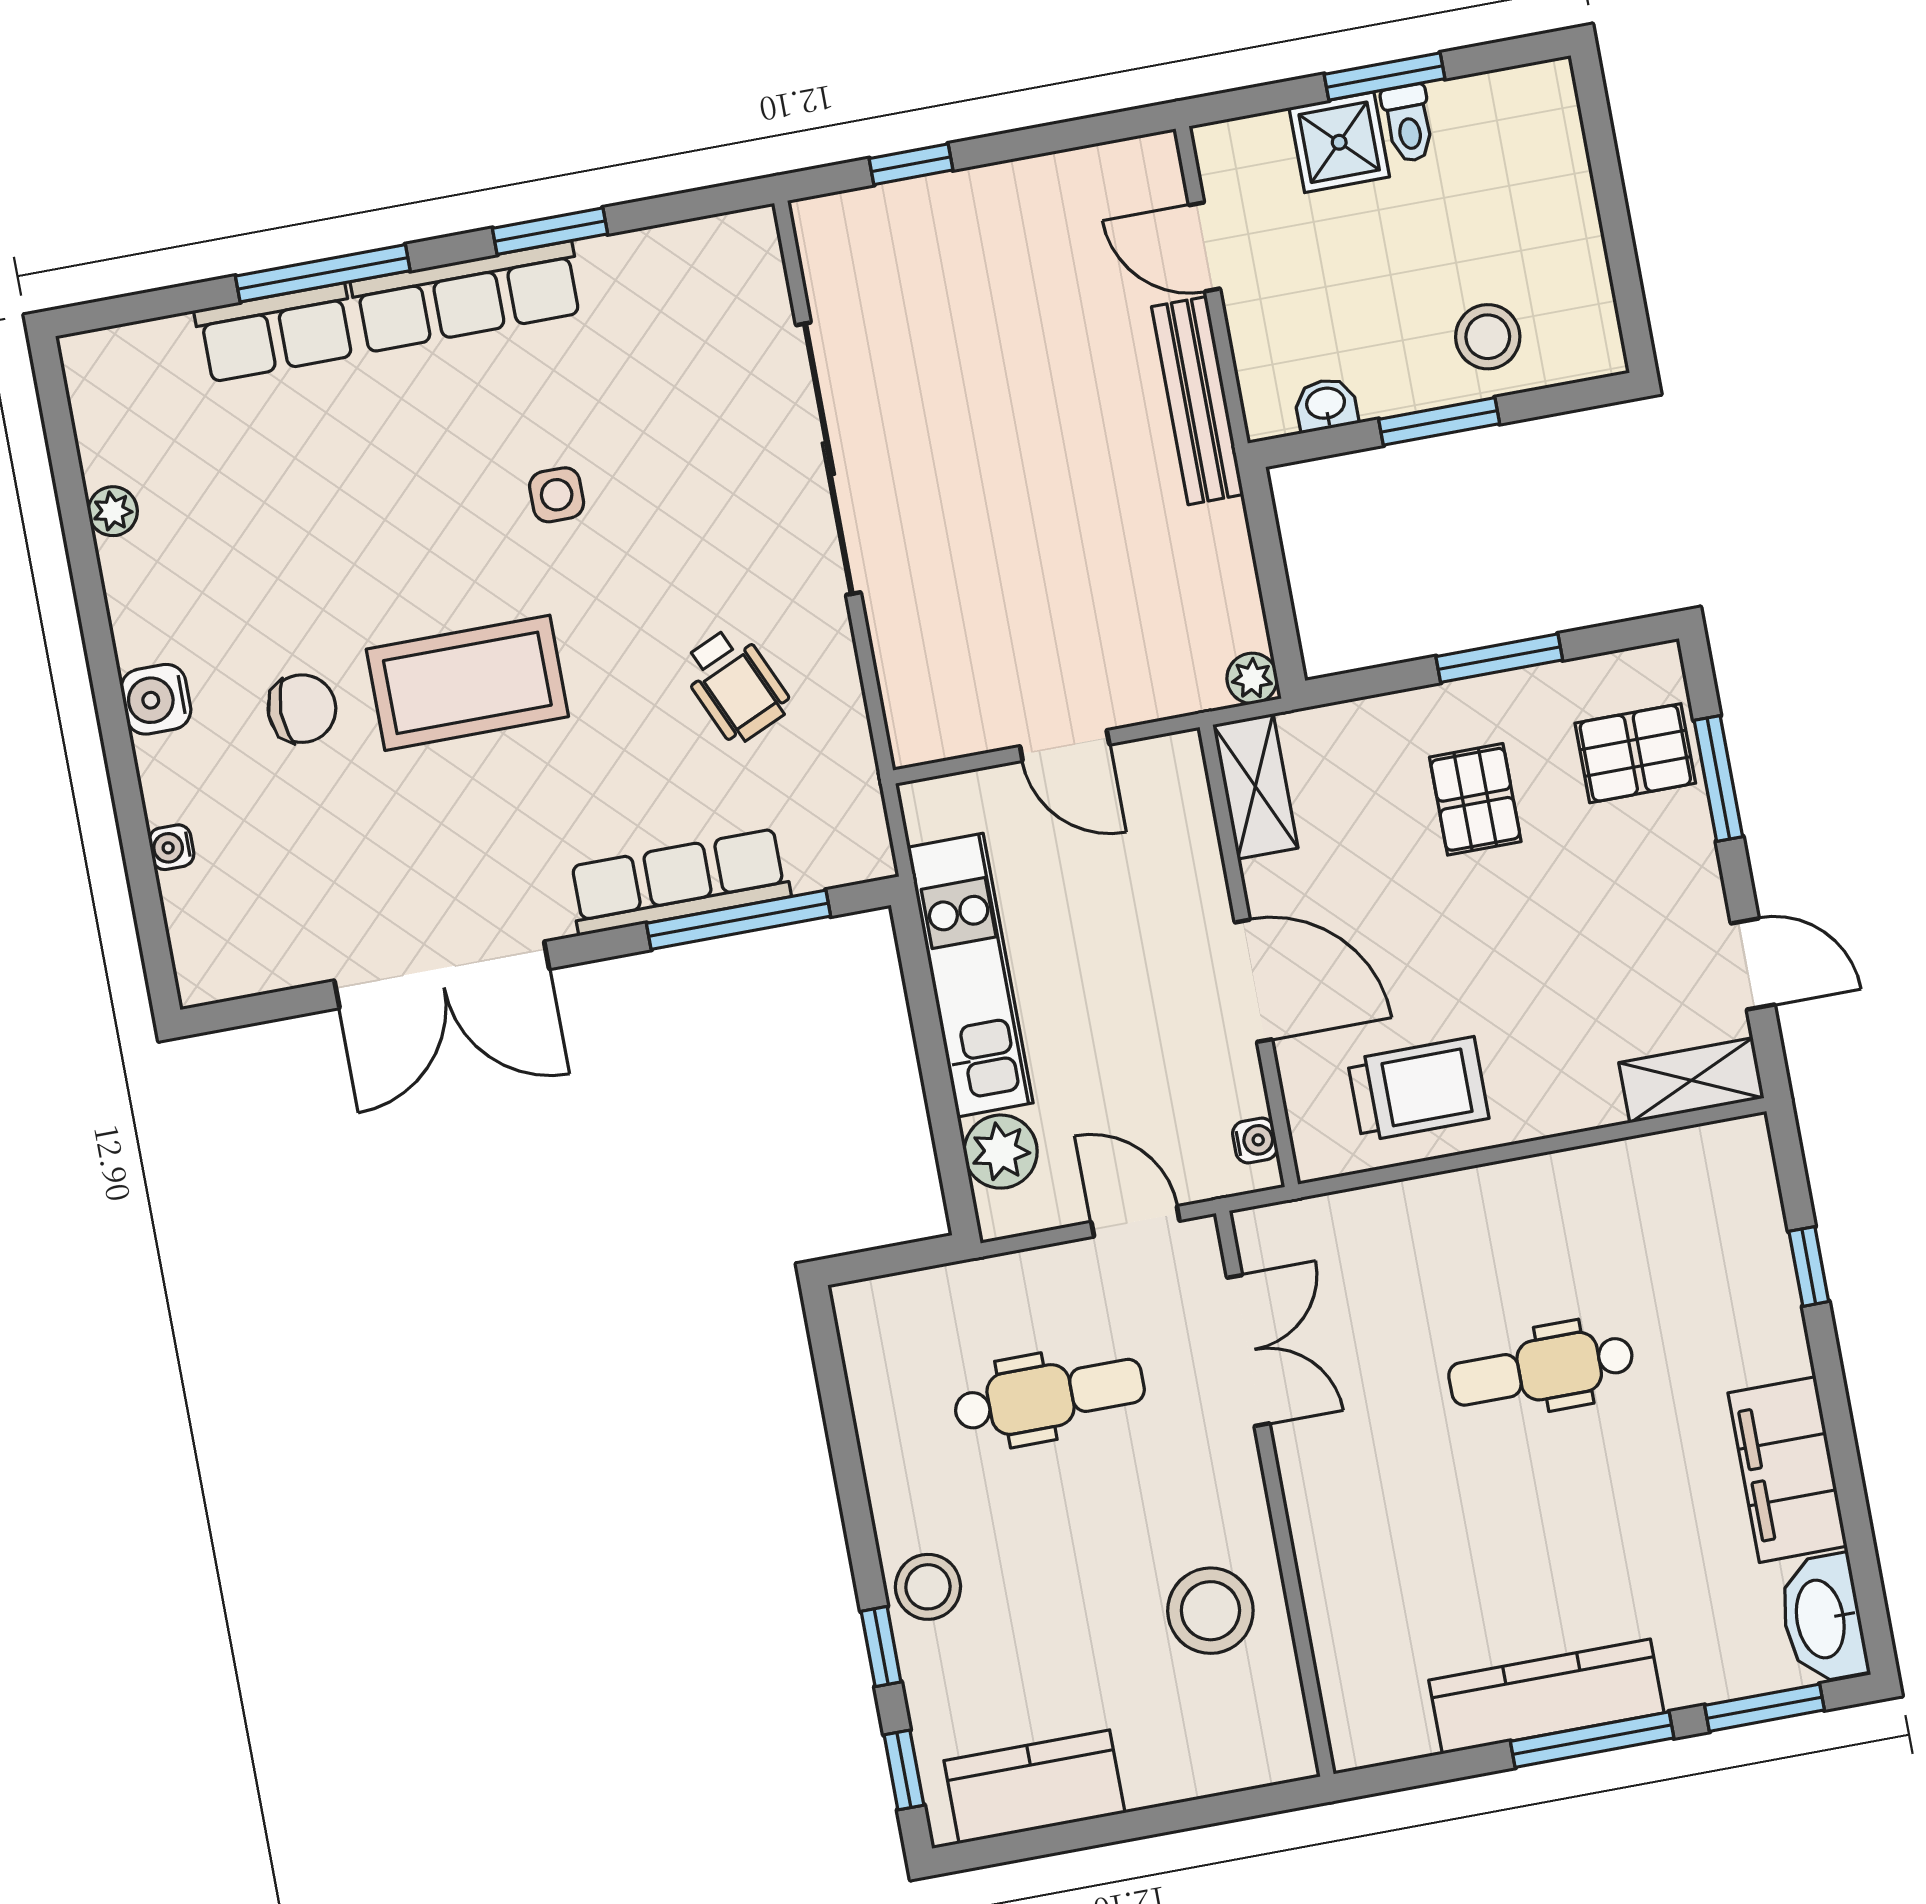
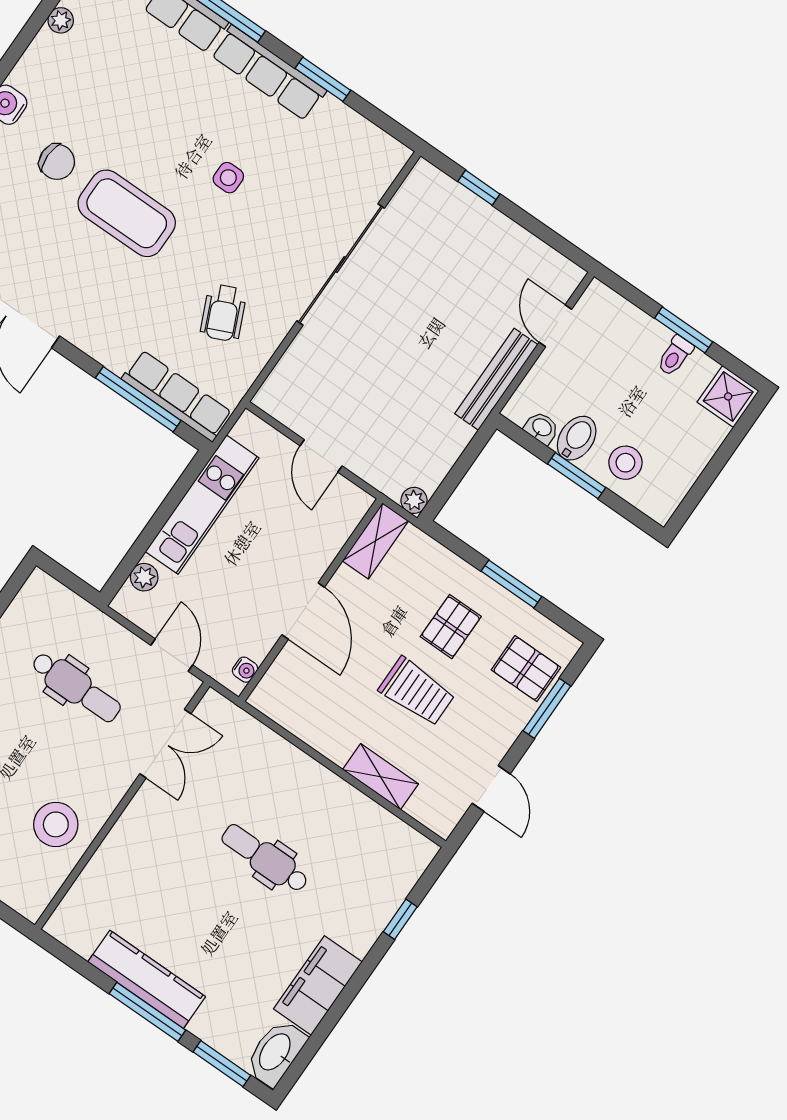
shower: (1339, 142) -> (728, 396), moved
bidet: (1388, 370) -> (577, 438), added
row of seats: (679, 882) -> (177, 396), moved
shelving: (1691, 1080) -> (380, 777), moved
trolley: (1418, 1089) -> (417, 692), moved
plant: (1001, 1152) -> (144, 577), width x0.73, depth x0.73

